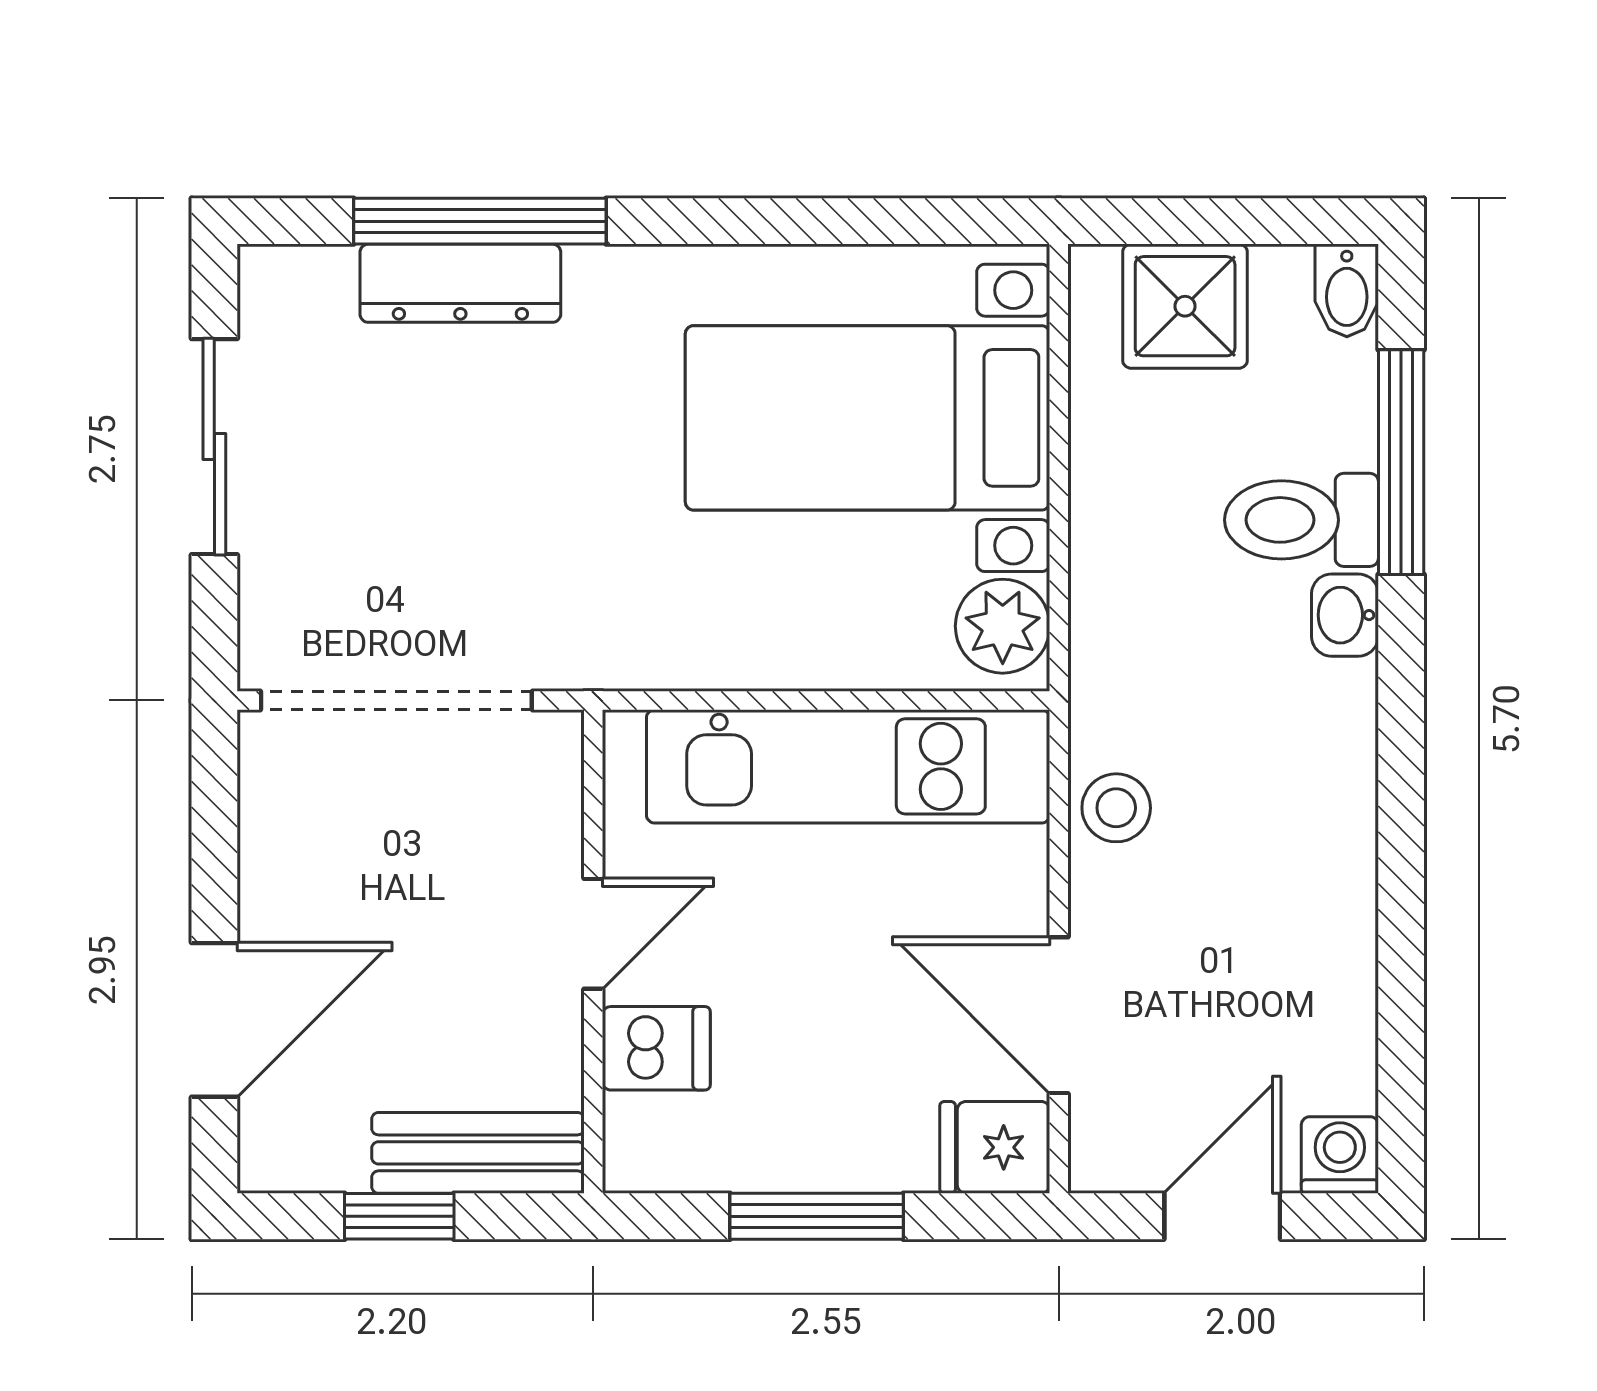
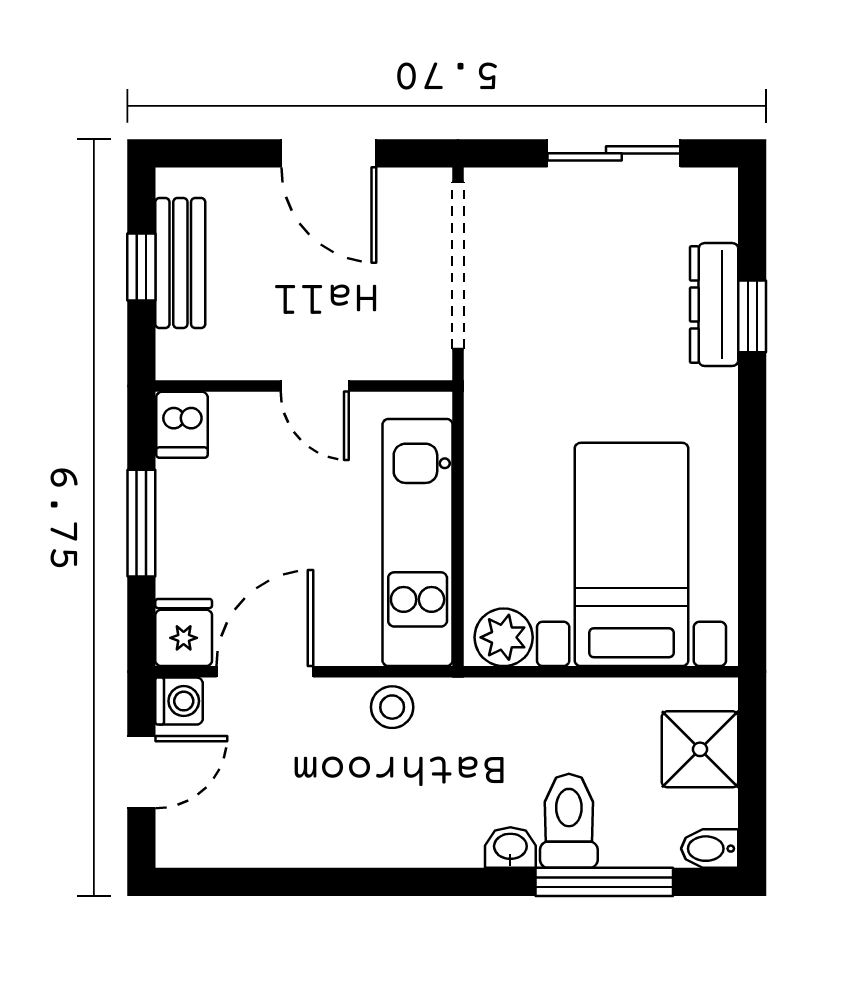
window: (480, 221) -> (752, 316), width x0.46
door: (214, 1020) -> (329, 153), moved
dishwasher: (656, 1048) -> (182, 425), moved
bench: (478, 1153) -> (180, 263), moved
washing machine: (1340, 1155) -> (179, 701), moved
door: (1222, 1216) -> (141, 772), hinge flipped

